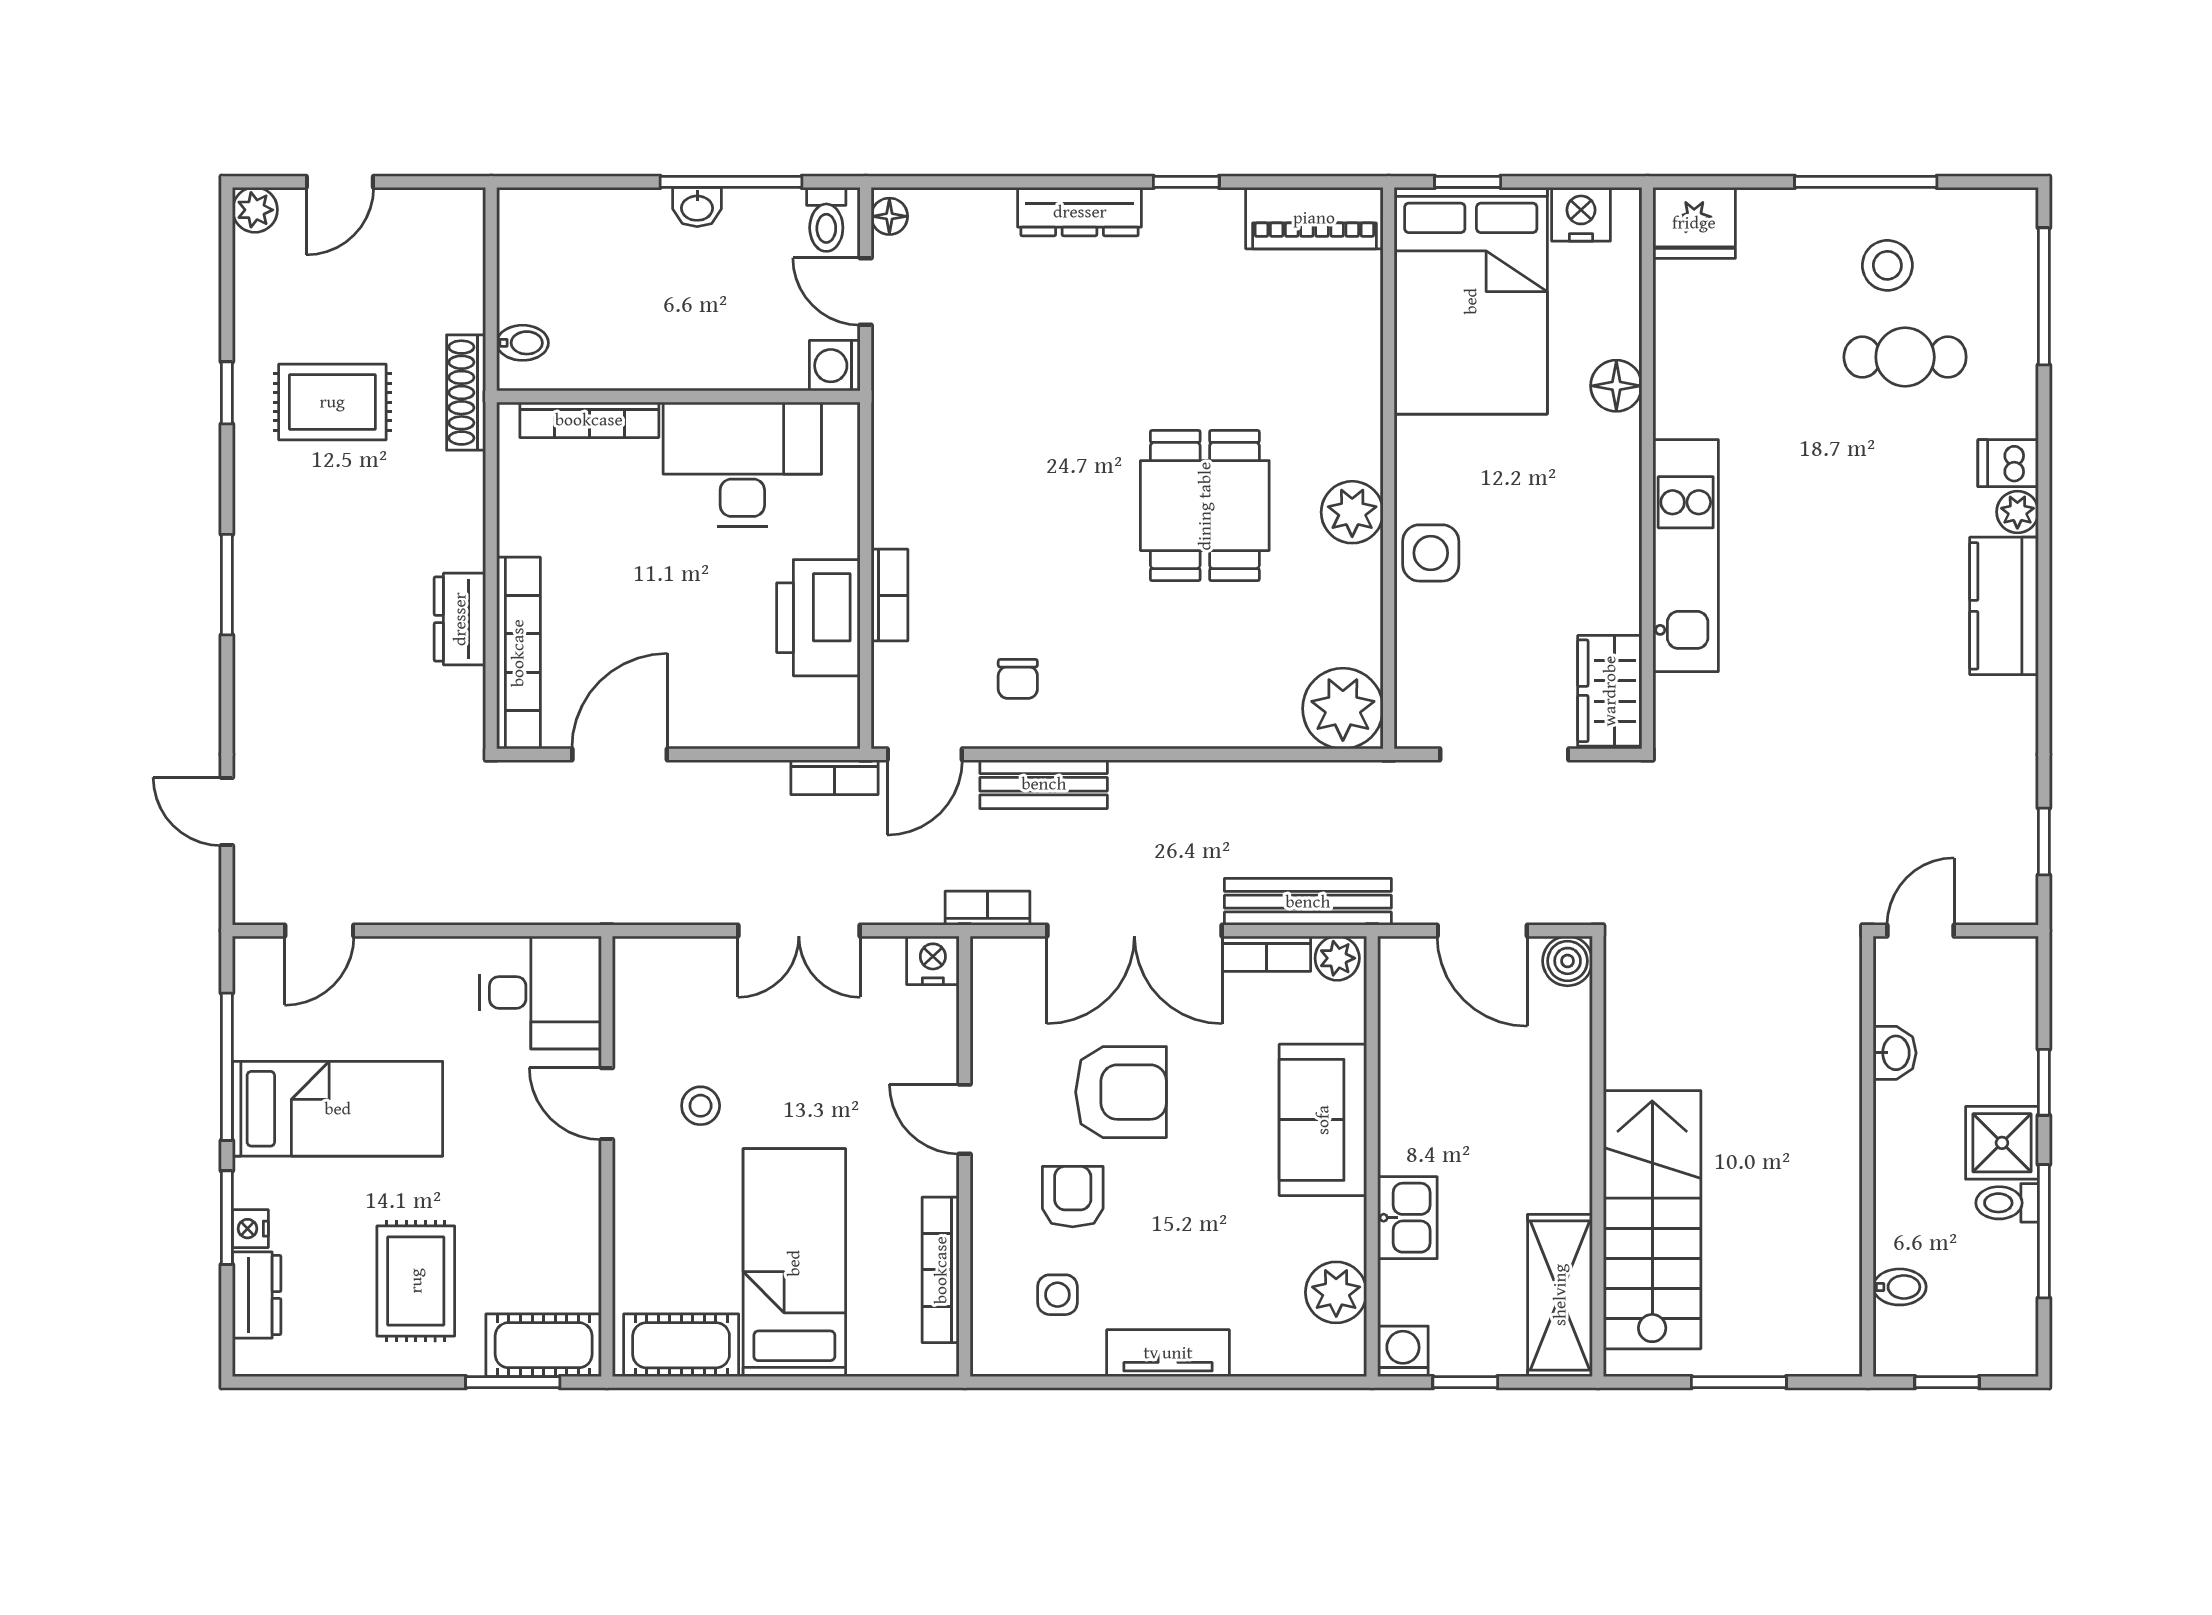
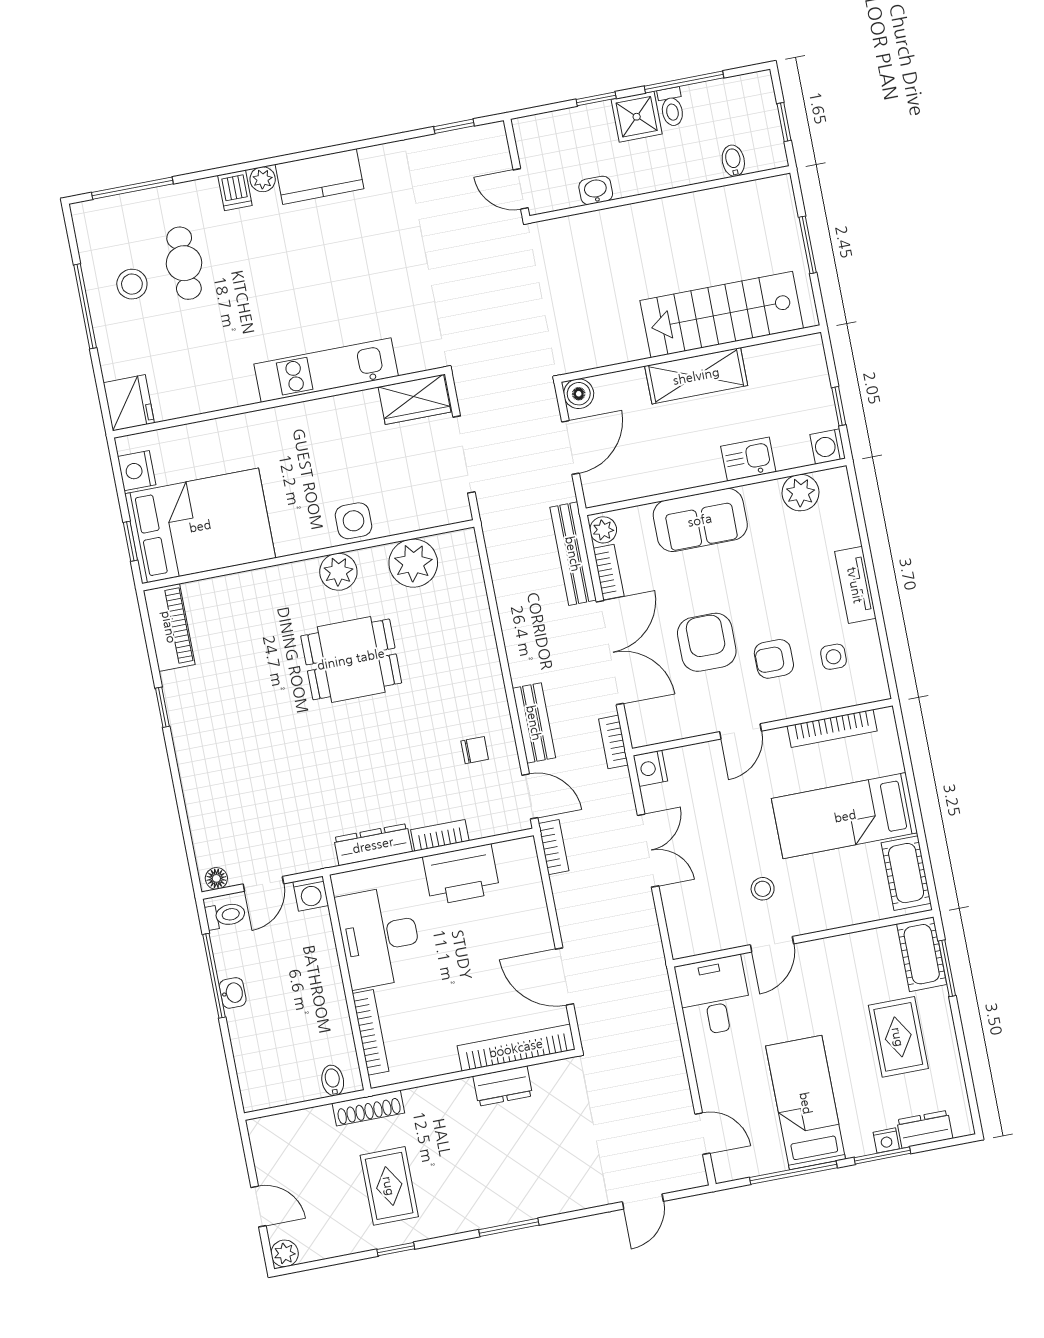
dresser: (1080, 212) -> (373, 845), moved, turned -90
floor lamp: (1616, 386) -> (234, 430), removed
plant: (1343, 709) -> (413, 563), moved
rug: (416, 1281) -> (898, 1037), turned 90
shelving: (1560, 1295) -> (696, 376), moved

